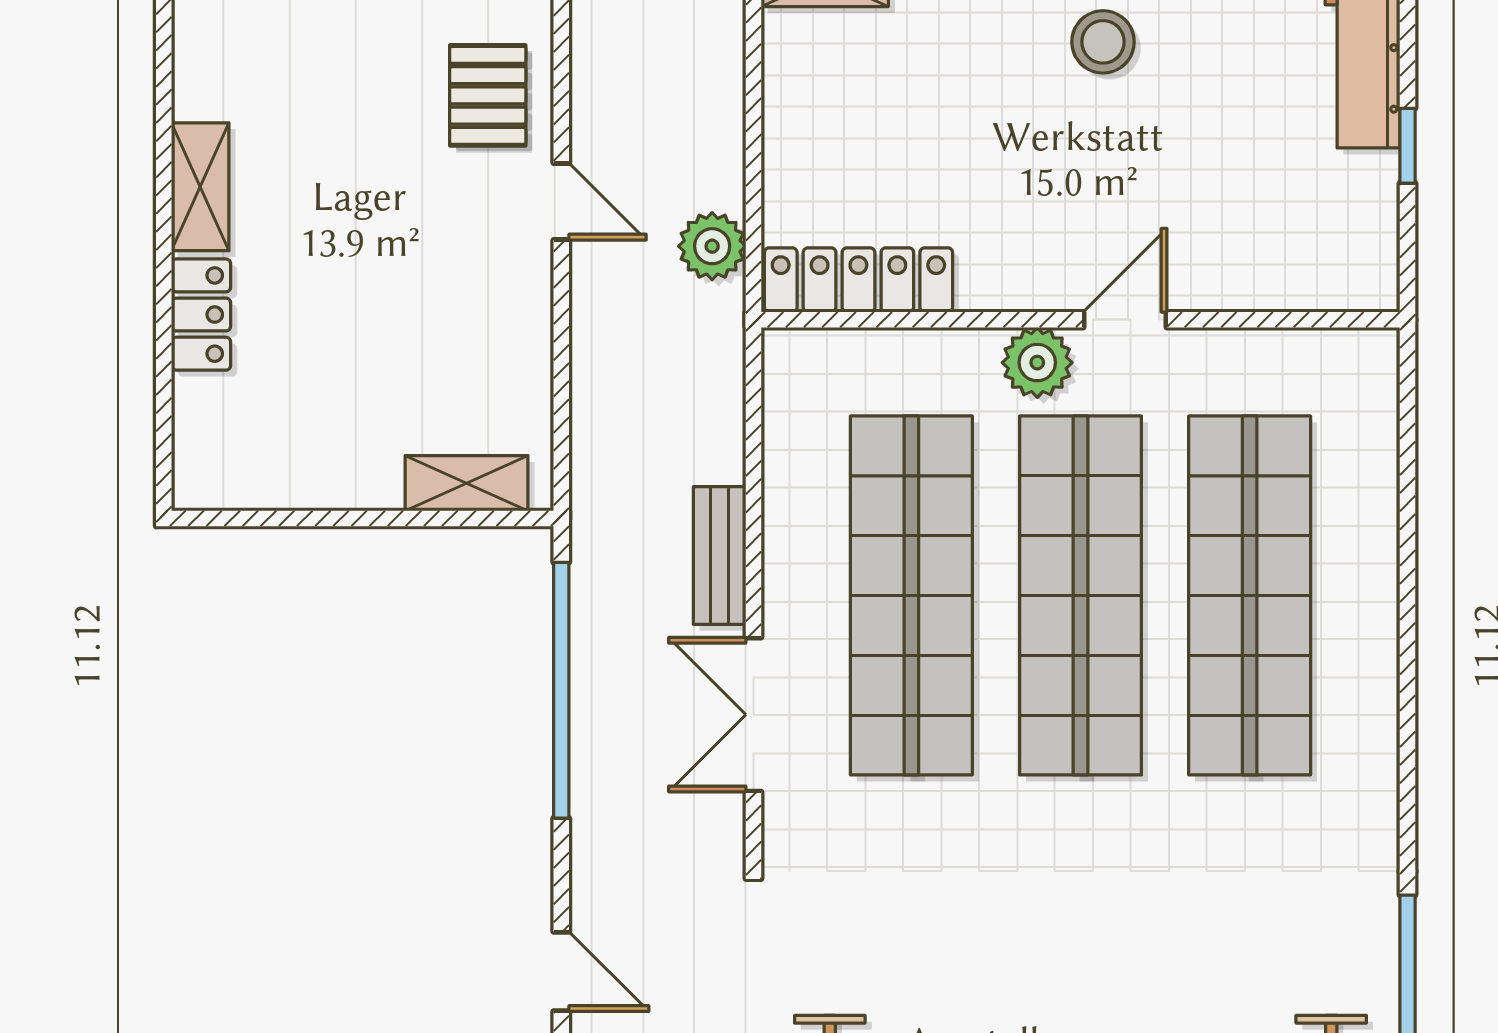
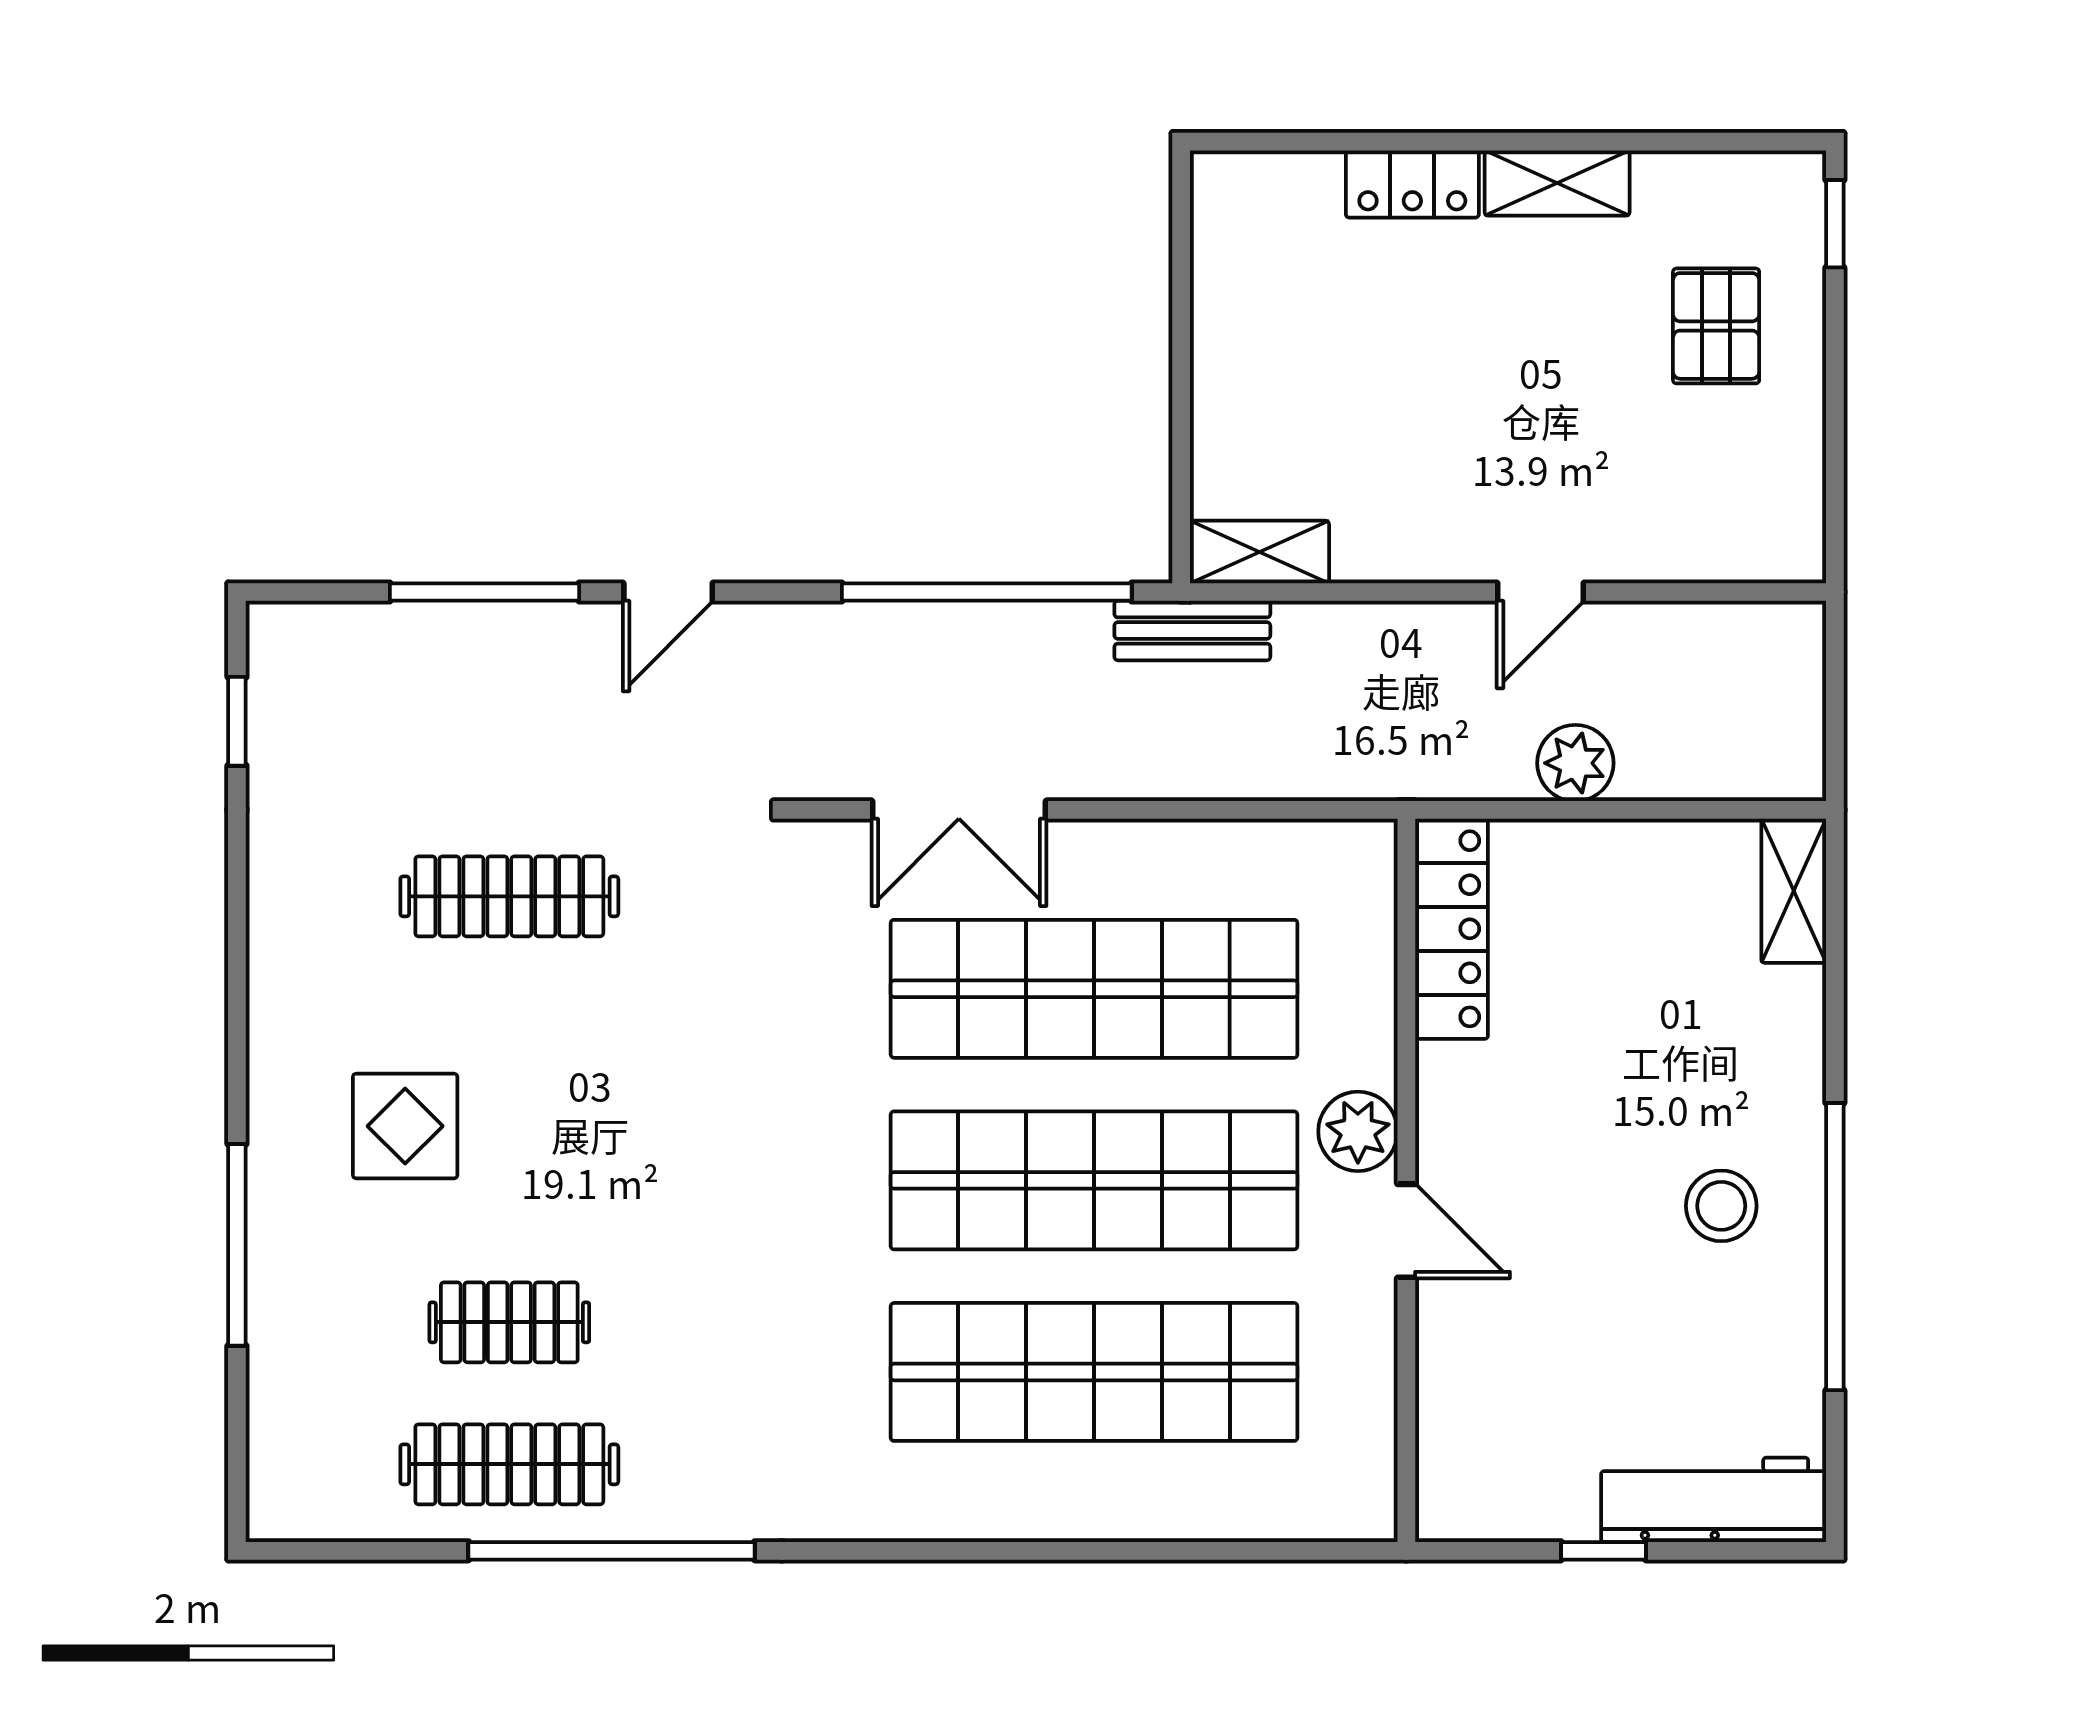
pallet: (488, 95) -> (1716, 326), moved, turned 90
plant: (712, 246) -> (1575, 763), moved
shelving: (467, 483) -> (1259, 552), moved, turned 90
bench: (720, 555) -> (1192, 631), moved
double door: (754, 715) -> (959, 810), swing flipped

